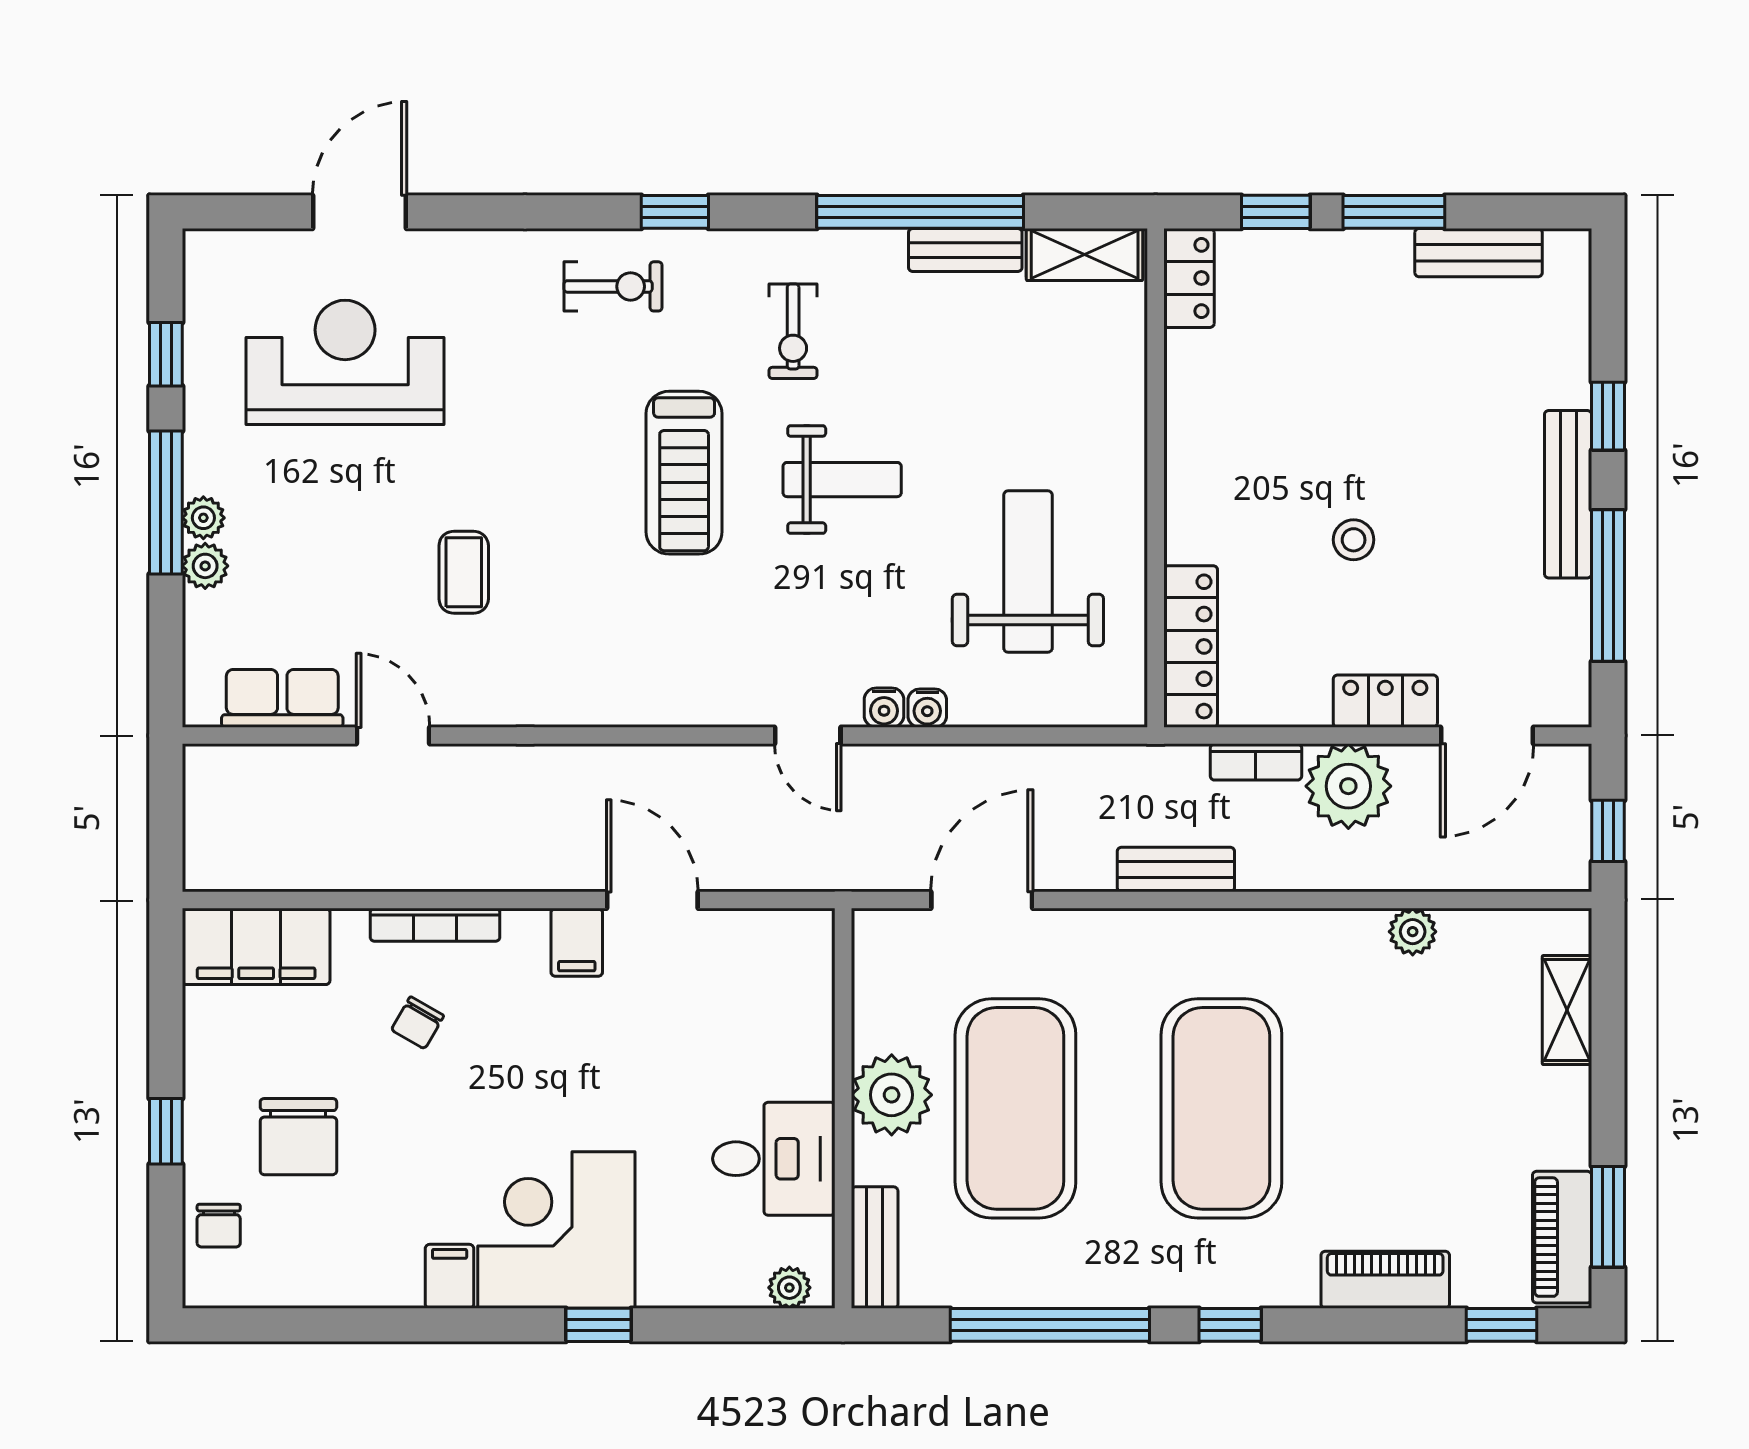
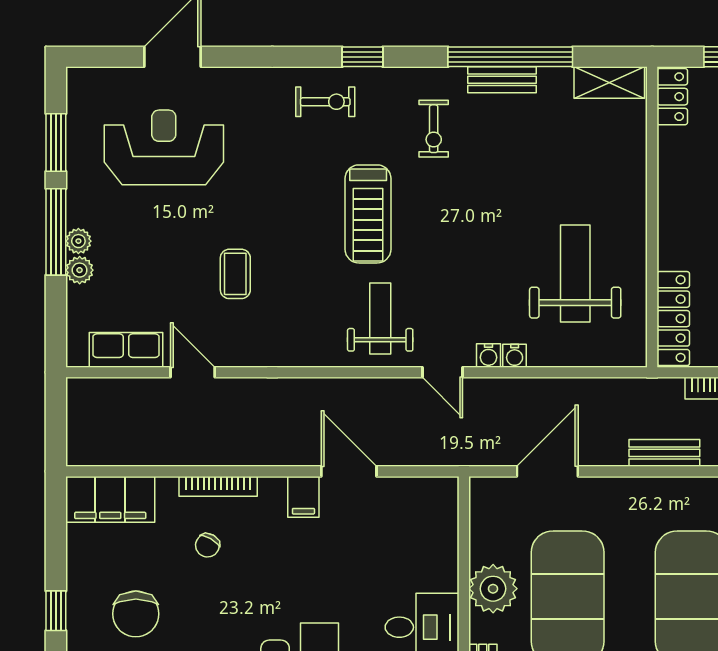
bench: (965, 250) -> (502, 80), moved
window: (166, 354) -> (56, 143), width x1.50
weight bench: (842, 480) -> (380, 318), moved, turned -90

